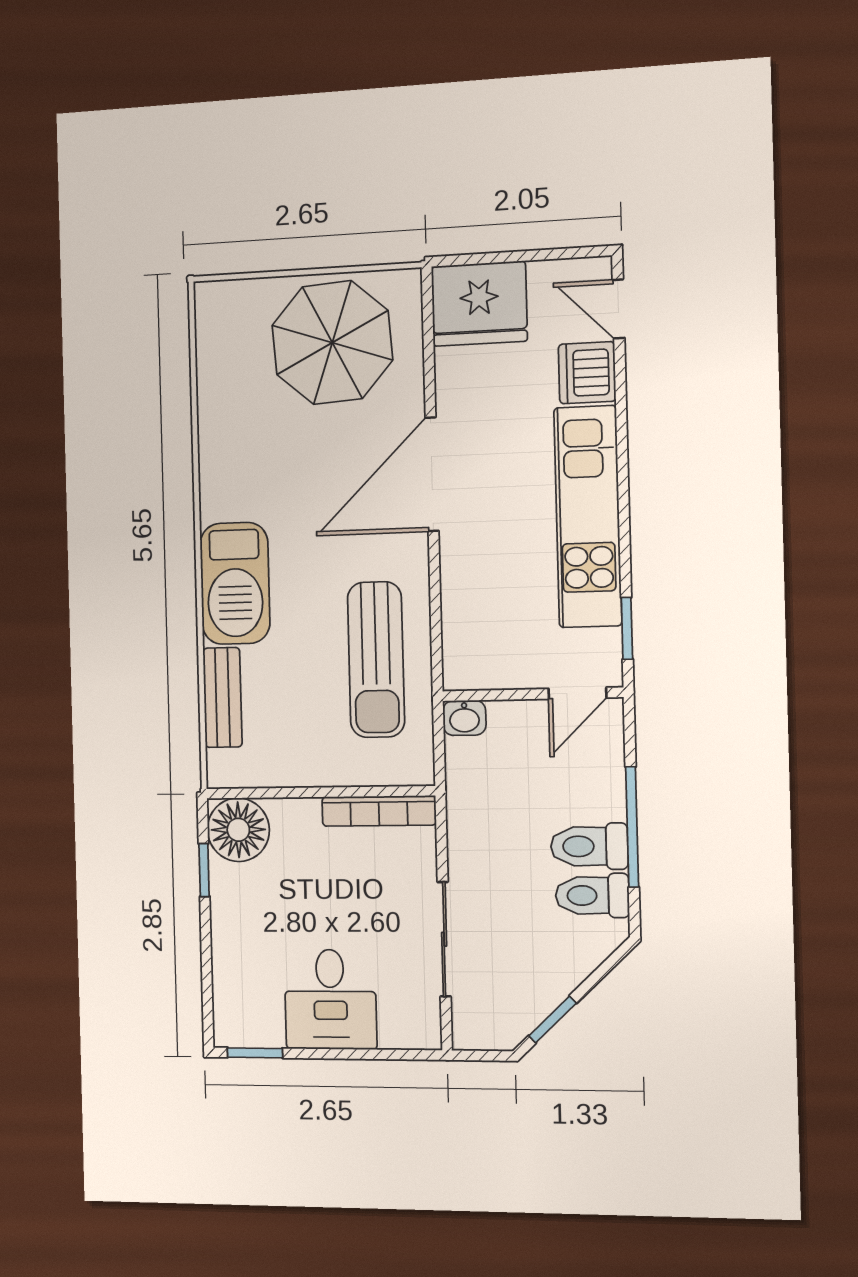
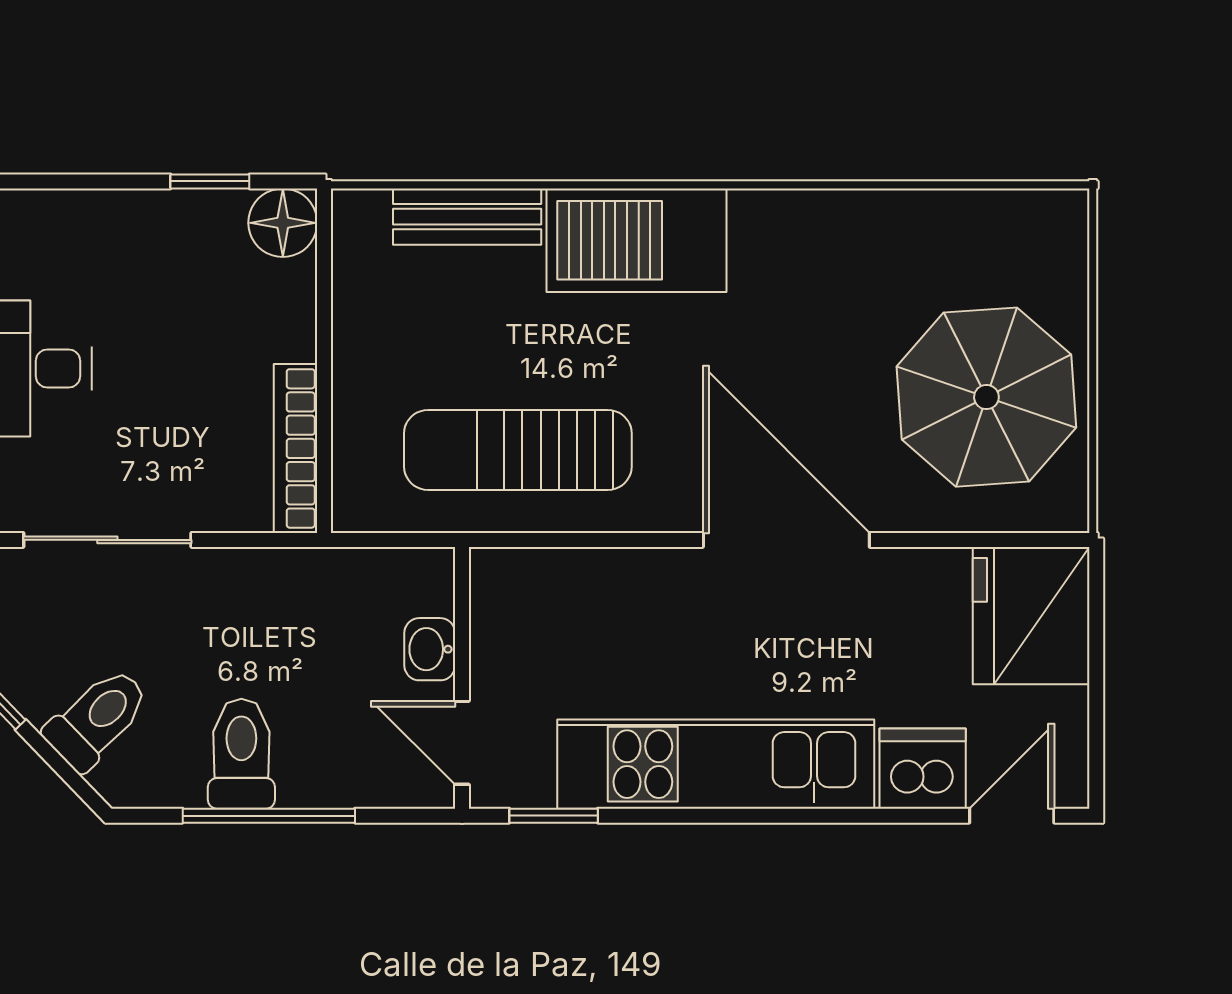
washbasin: (464, 718) -> (430, 649), moved
floor lamp: (238, 830) -> (283, 223), width x0.73, depth x0.73
toilet: (592, 895) -> (97, 719), moved, turned 46

